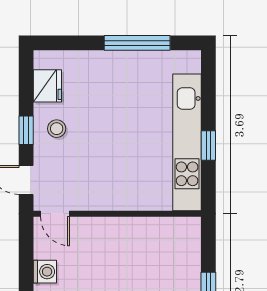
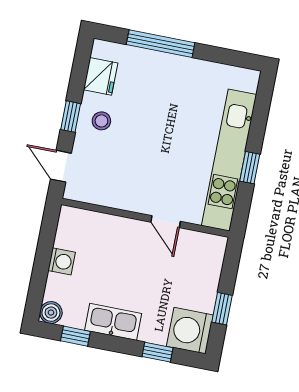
window: (137, 43) -> (161, 44), moved
door: (55, 214) -> (166, 222), moved

